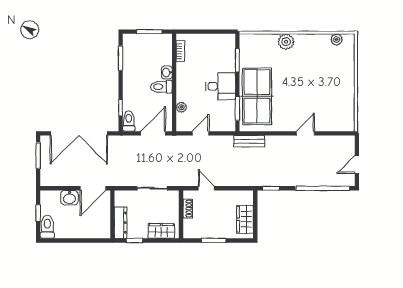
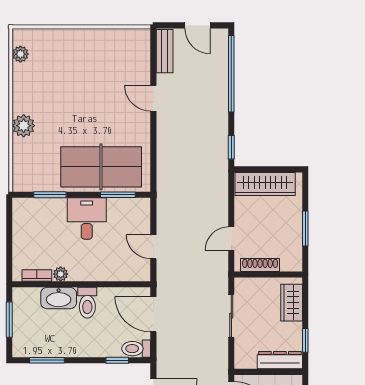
washbasin: (167, 72) -> (59, 298), width x1.91, depth x1.45
plant: (181, 107) -> (61, 274), moved
bench: (249, 141) -> (165, 51), moved
shoe rack: (188, 209) -> (260, 265), width x1.43
wardrobe: (245, 219) -> (265, 184), width x1.50

